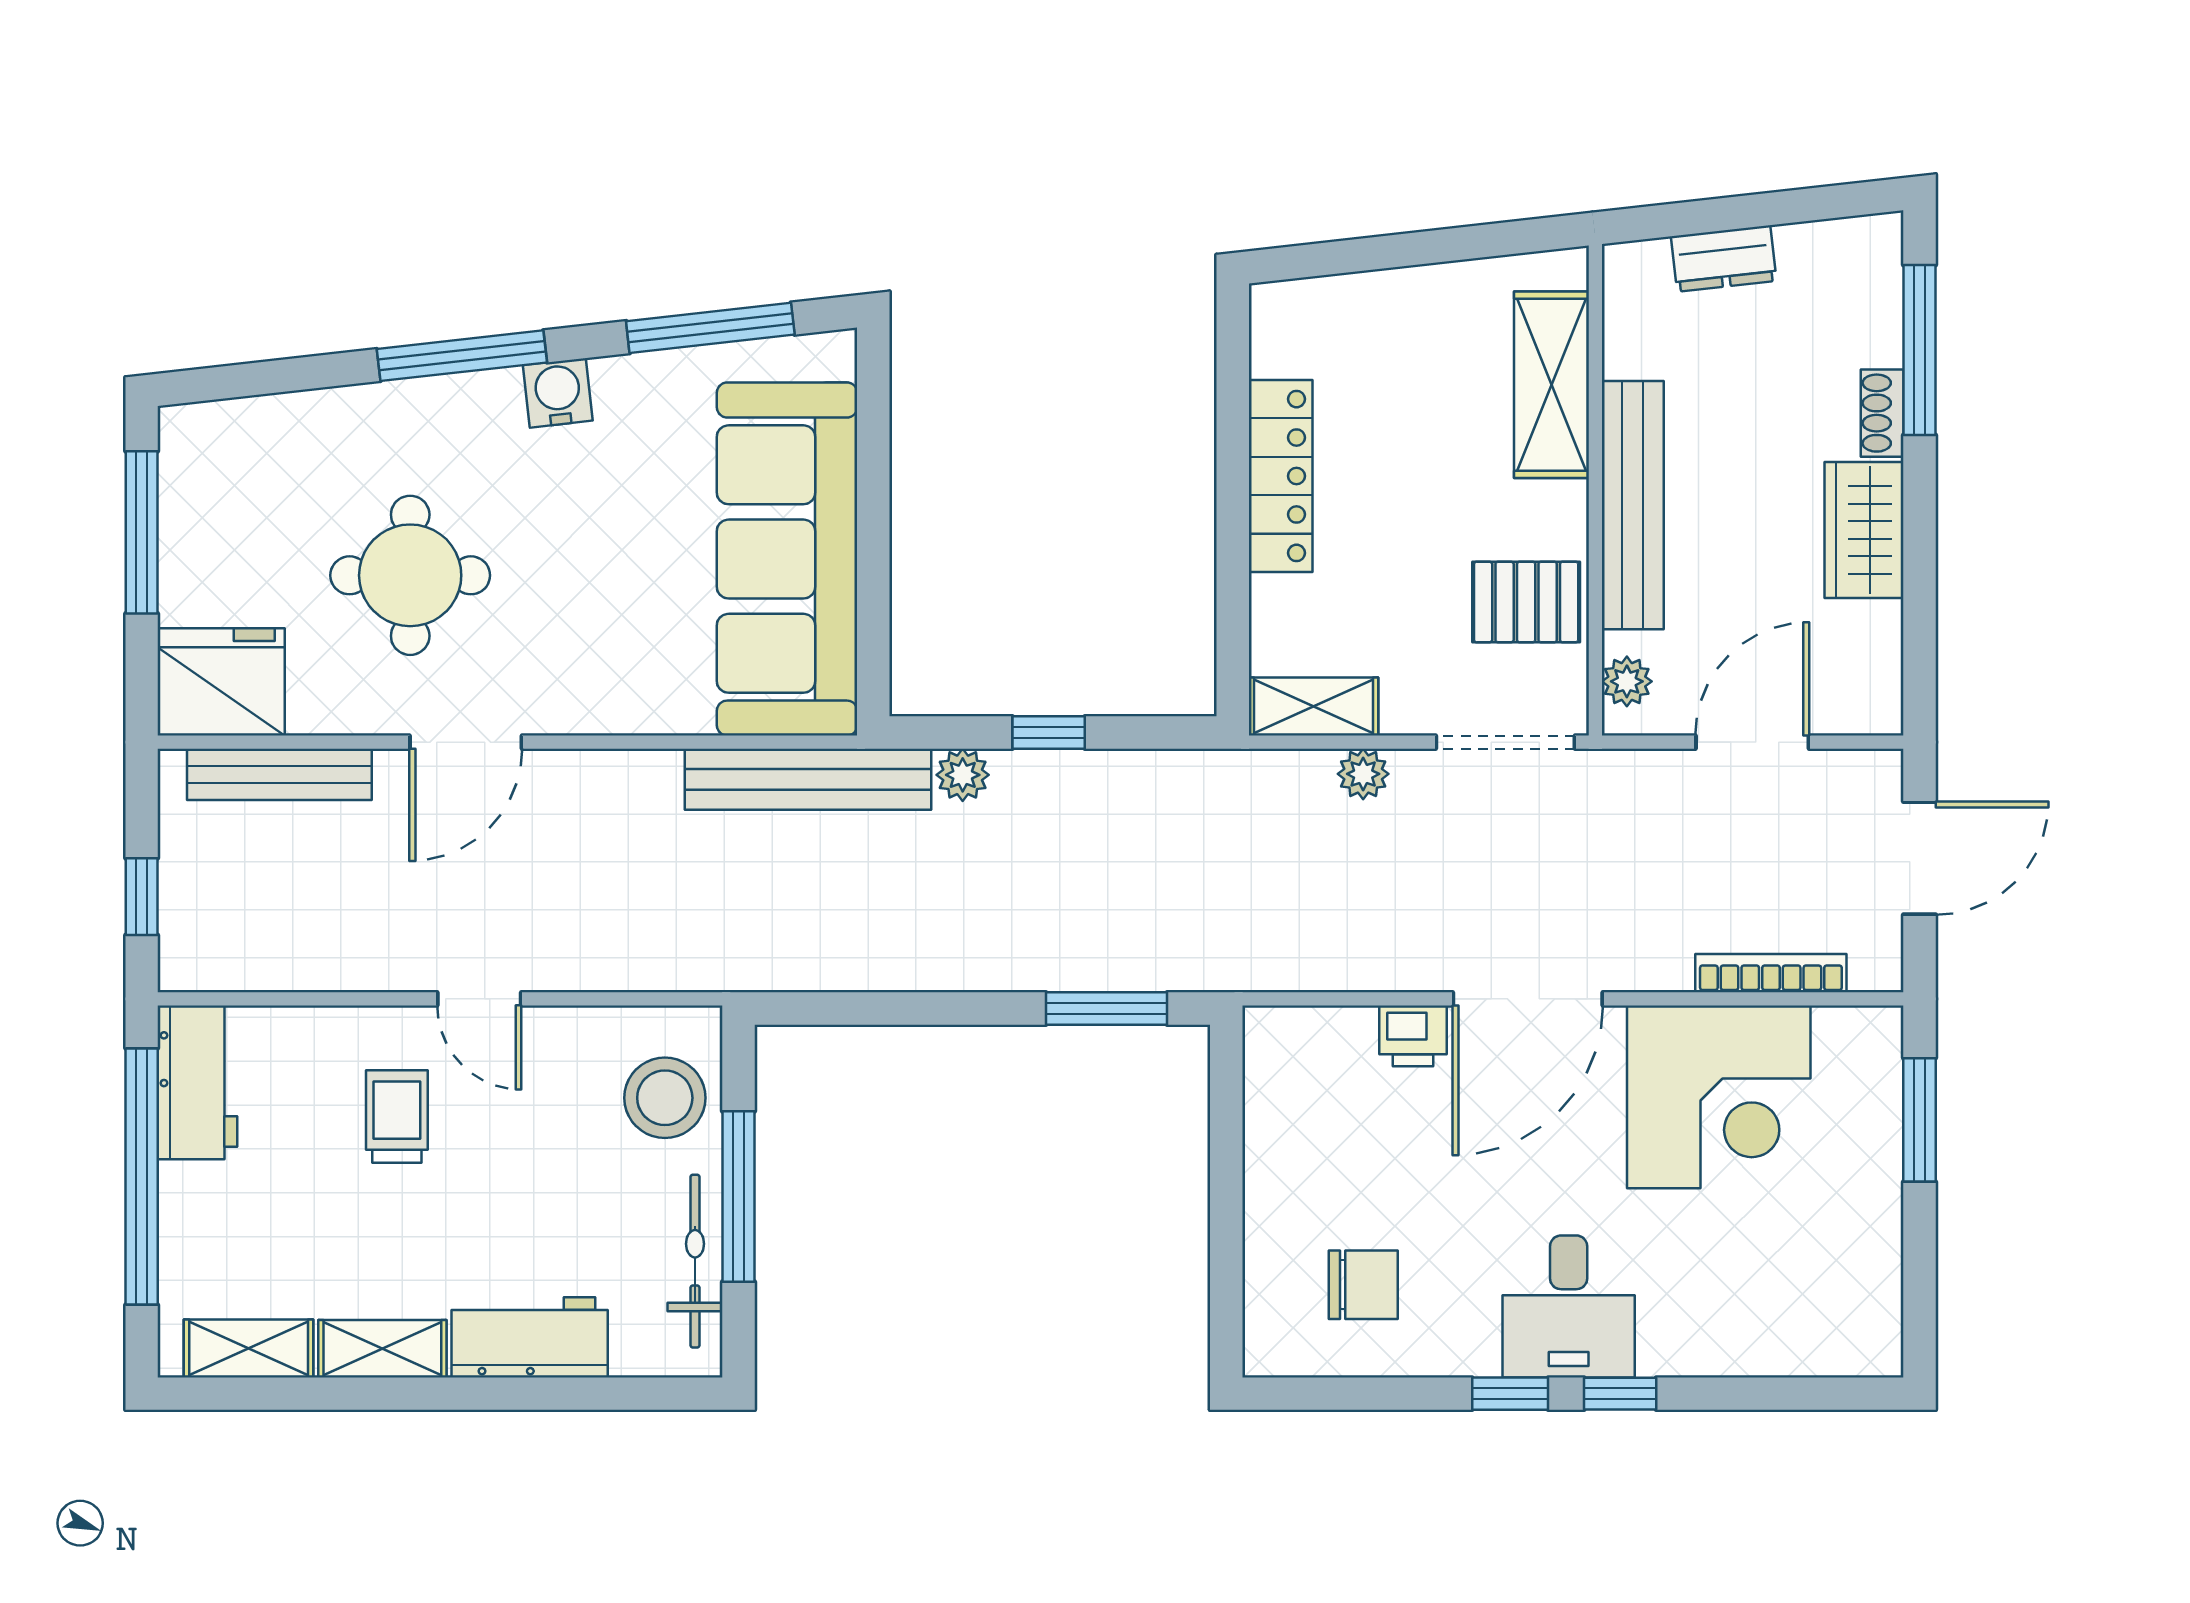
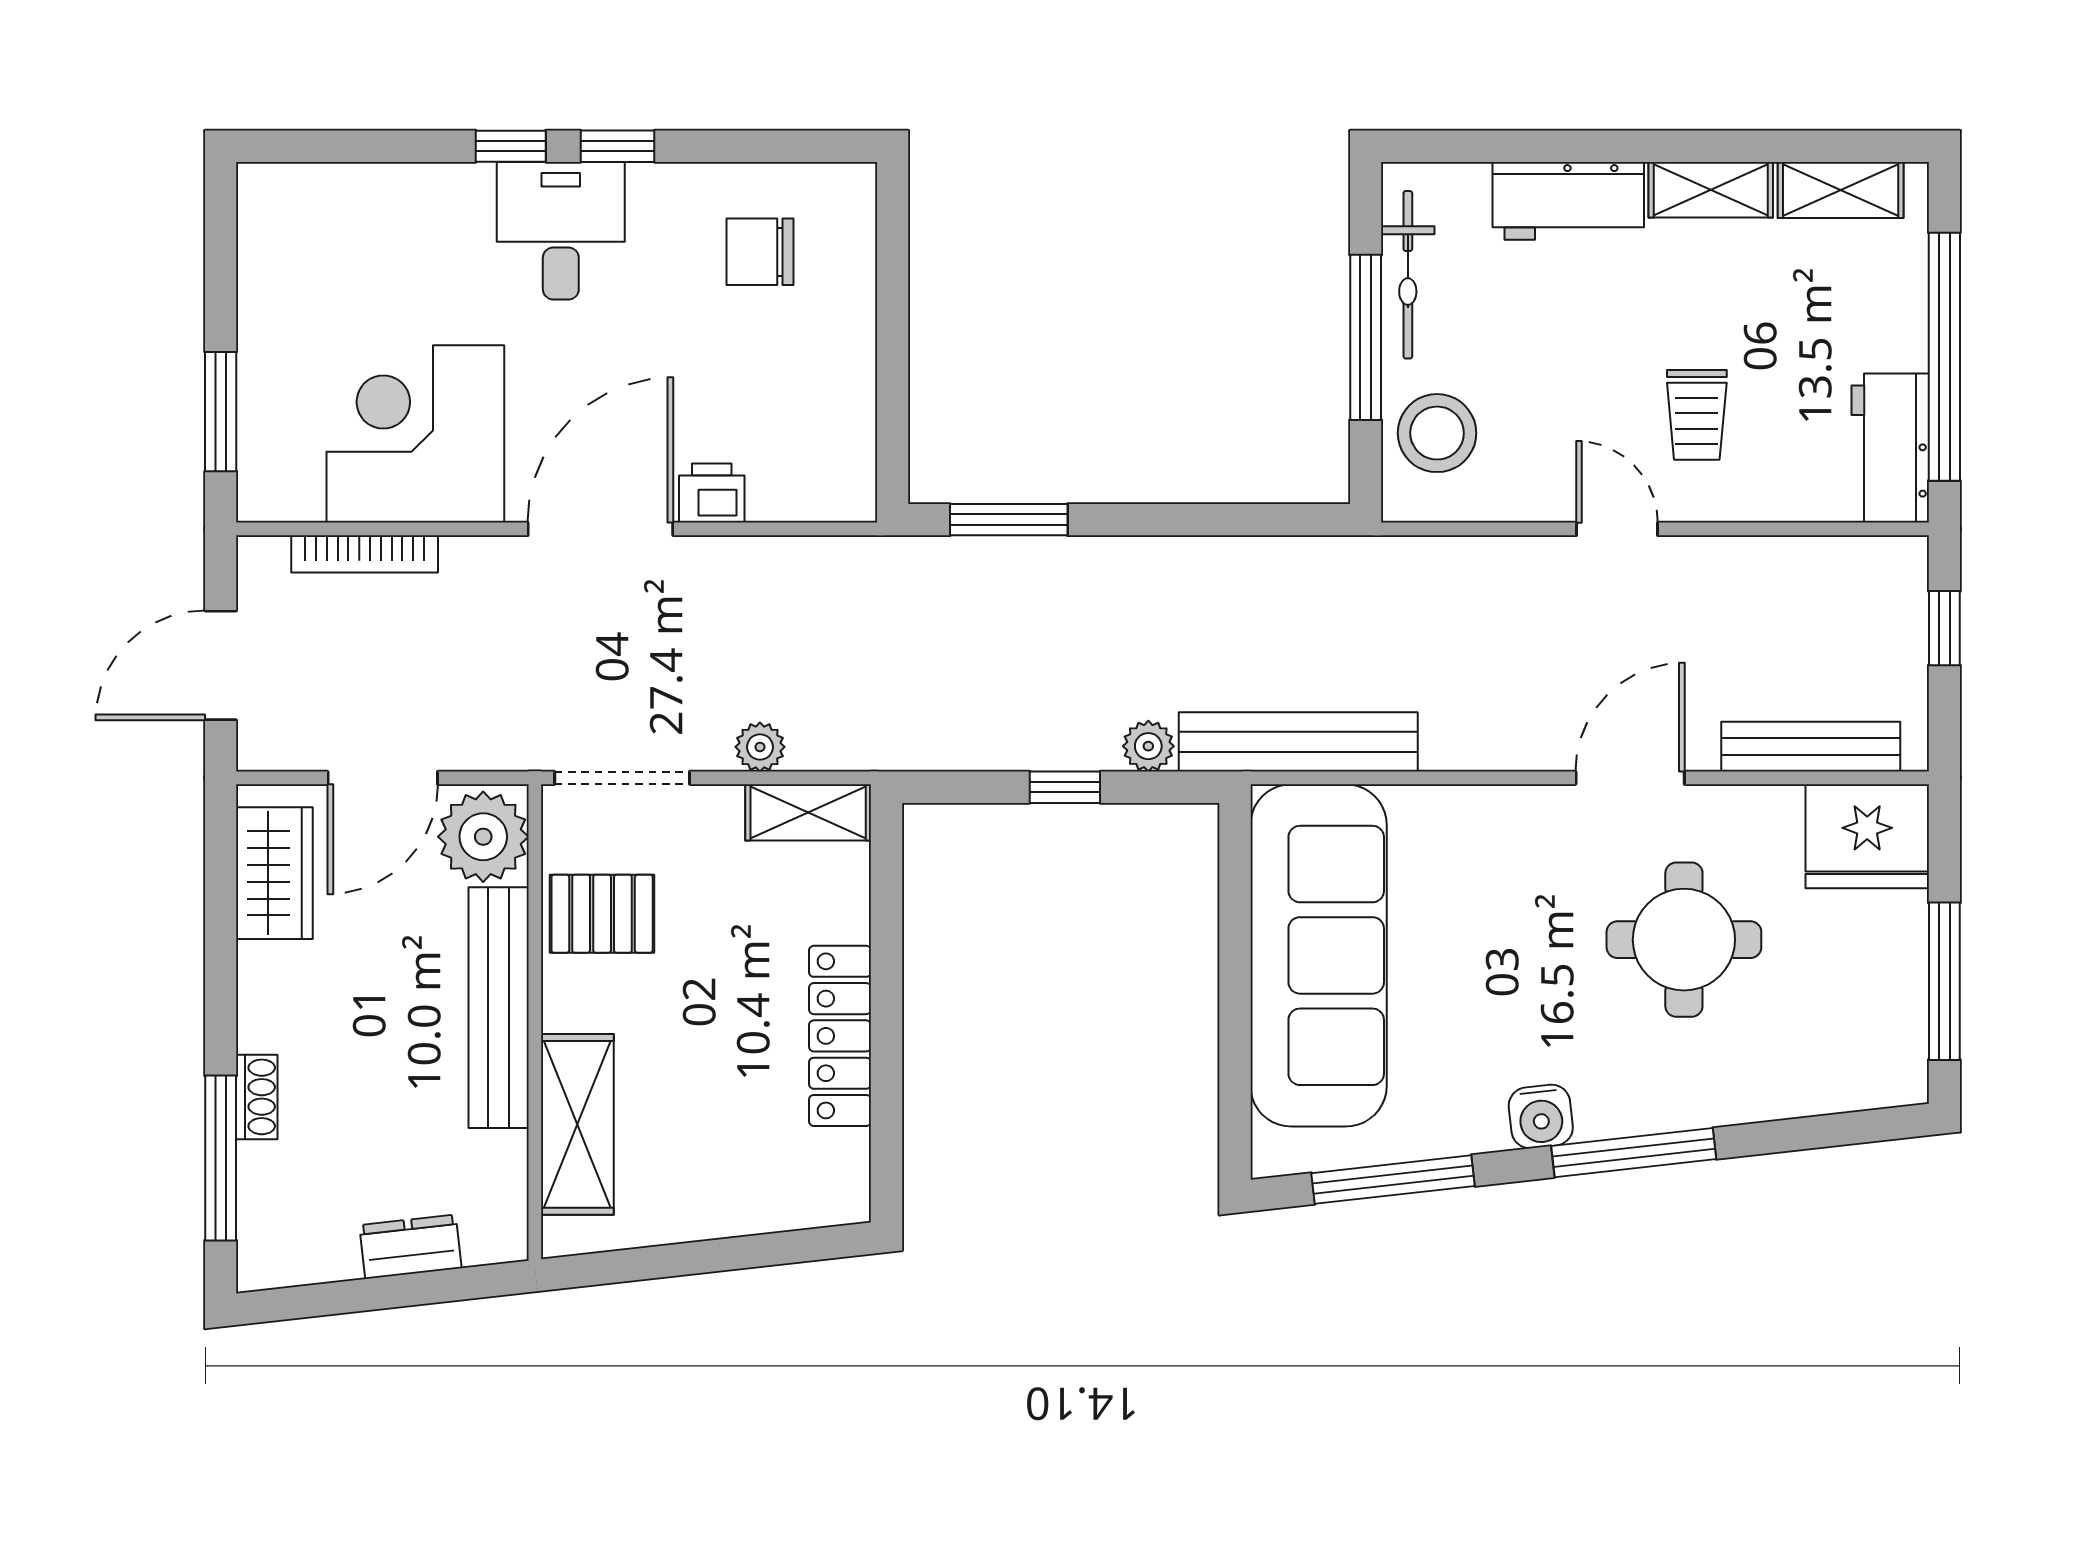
wardrobe: (1864, 530) -> (274, 873), moved
plant: (1627, 681) -> (483, 837), width x1.88, depth x1.88

